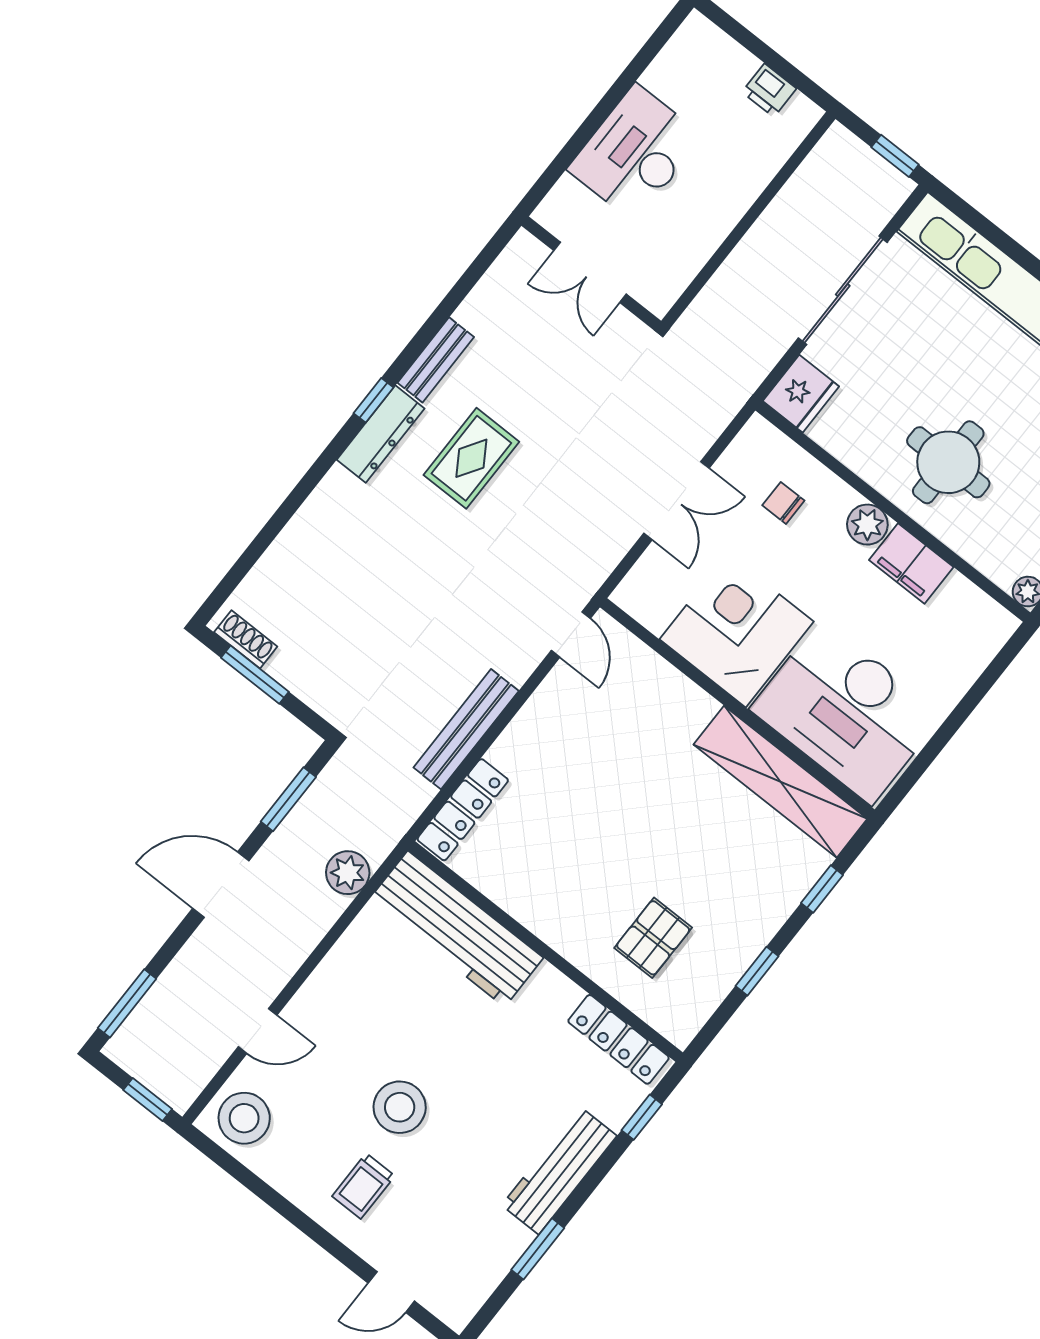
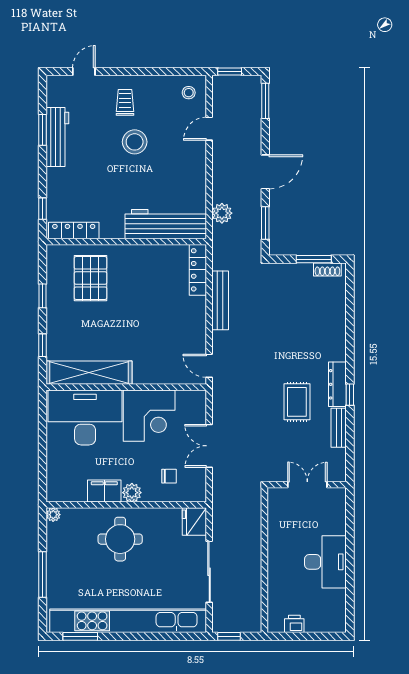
double door: (590, 272) -> (307, 485), moved
wall: (591, 273) -> (307, 485), moved
pallet: (653, 938) -> (91, 278), width x1.50, depth x1.42
stool: (244, 1118) -> (189, 93), width x0.53, depth x0.53
workbench: (559, 1170) -> (57, 137), moved

